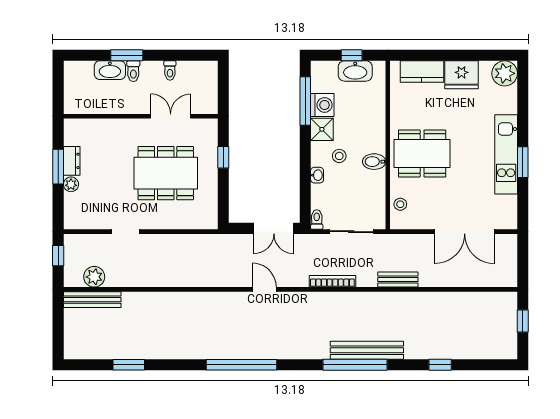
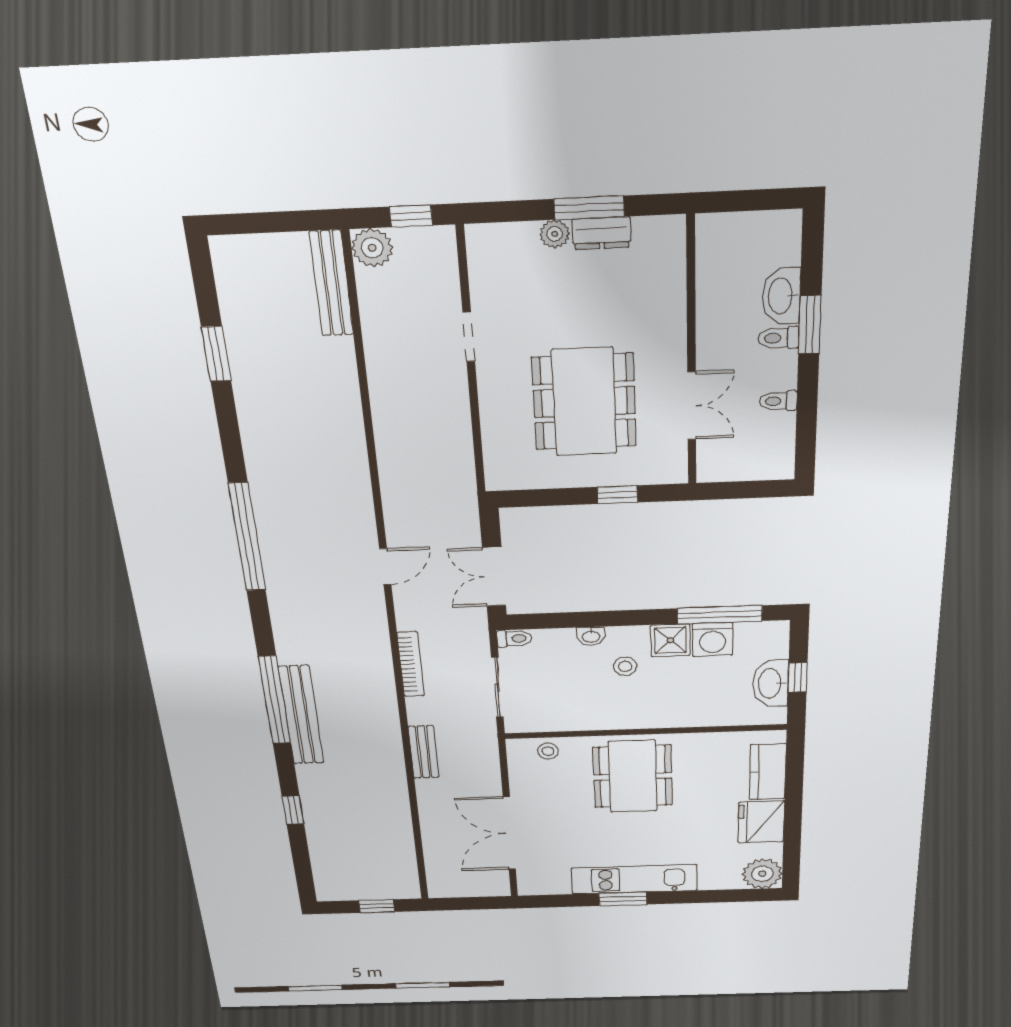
bidet: (374, 162) -> (617, 714), removed
plant: (94, 277) -> (372, 248), moved

